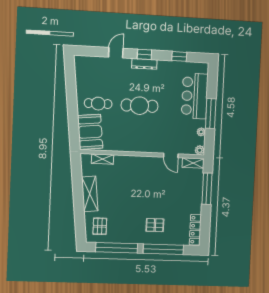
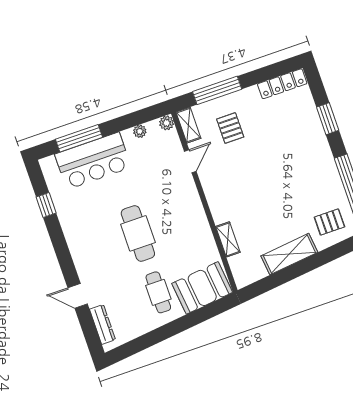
window: (144, 54) -> (63, 255), removed
dresser: (144, 64) -> (103, 324), moved
window: (211, 113) -> (79, 138), moved
shelving: (103, 159) -> (228, 239), moved
pallet: (155, 225) -> (230, 128), moved
window: (163, 249) -> (328, 119), width x0.47

